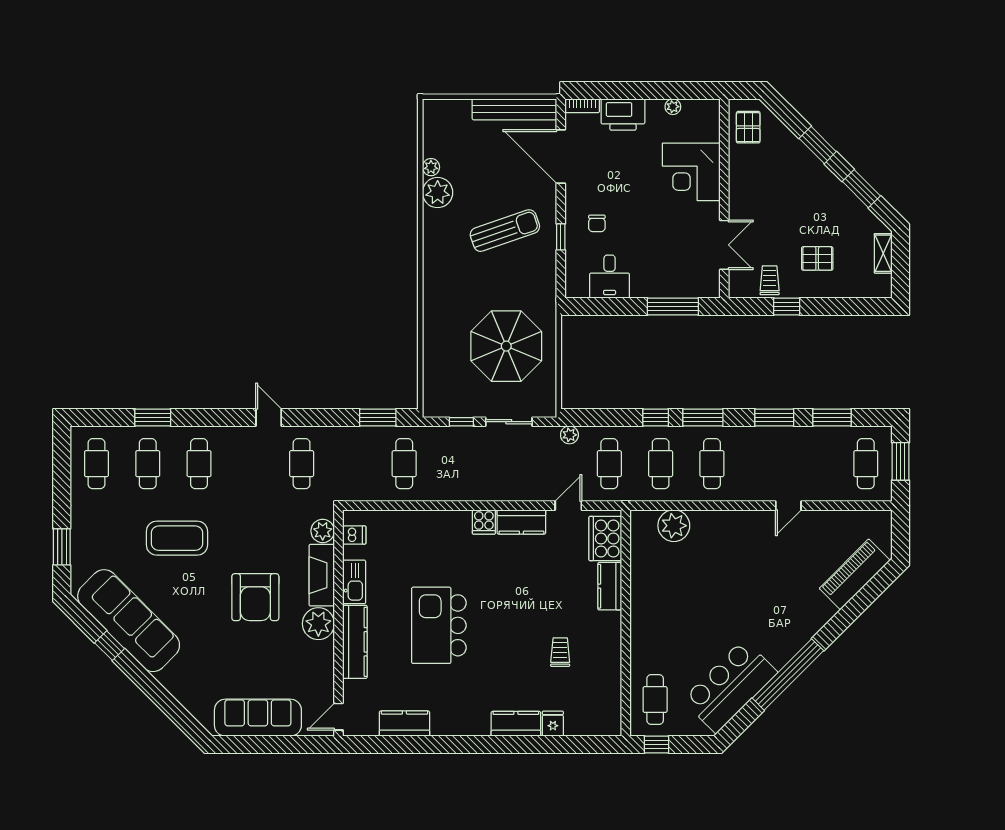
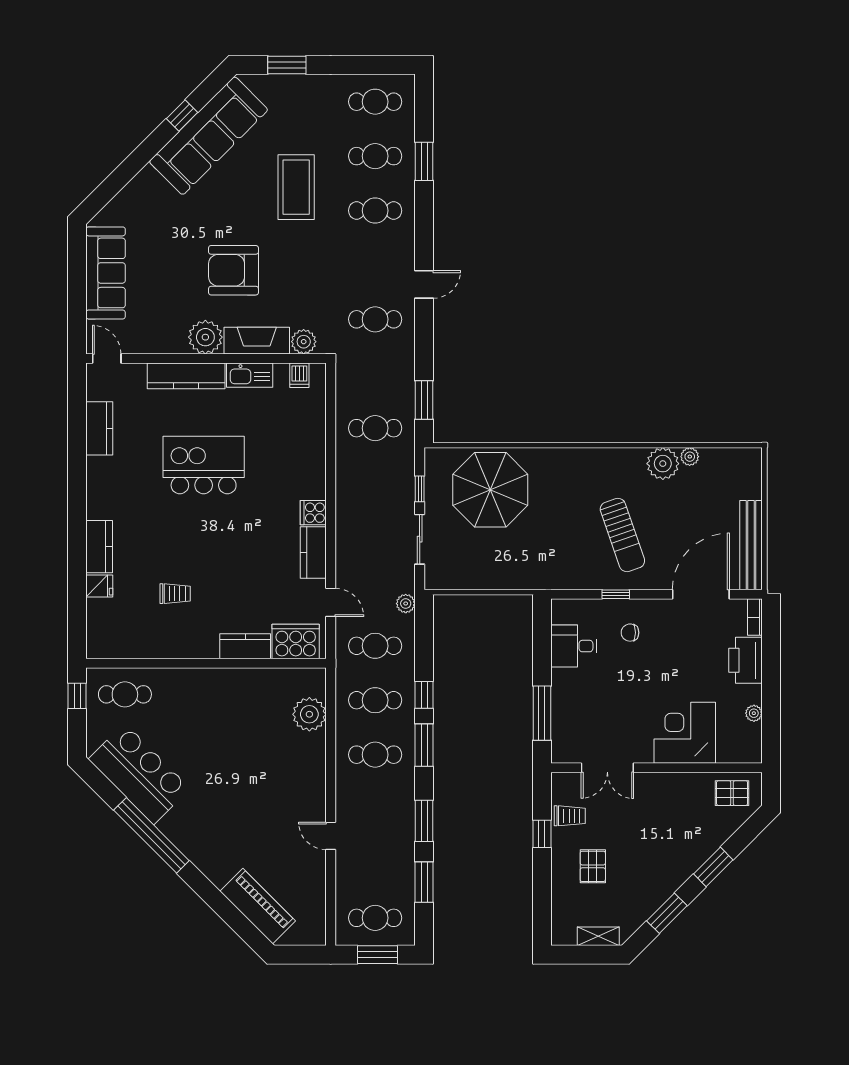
parasol: (506, 346) -> (490, 490), moved

